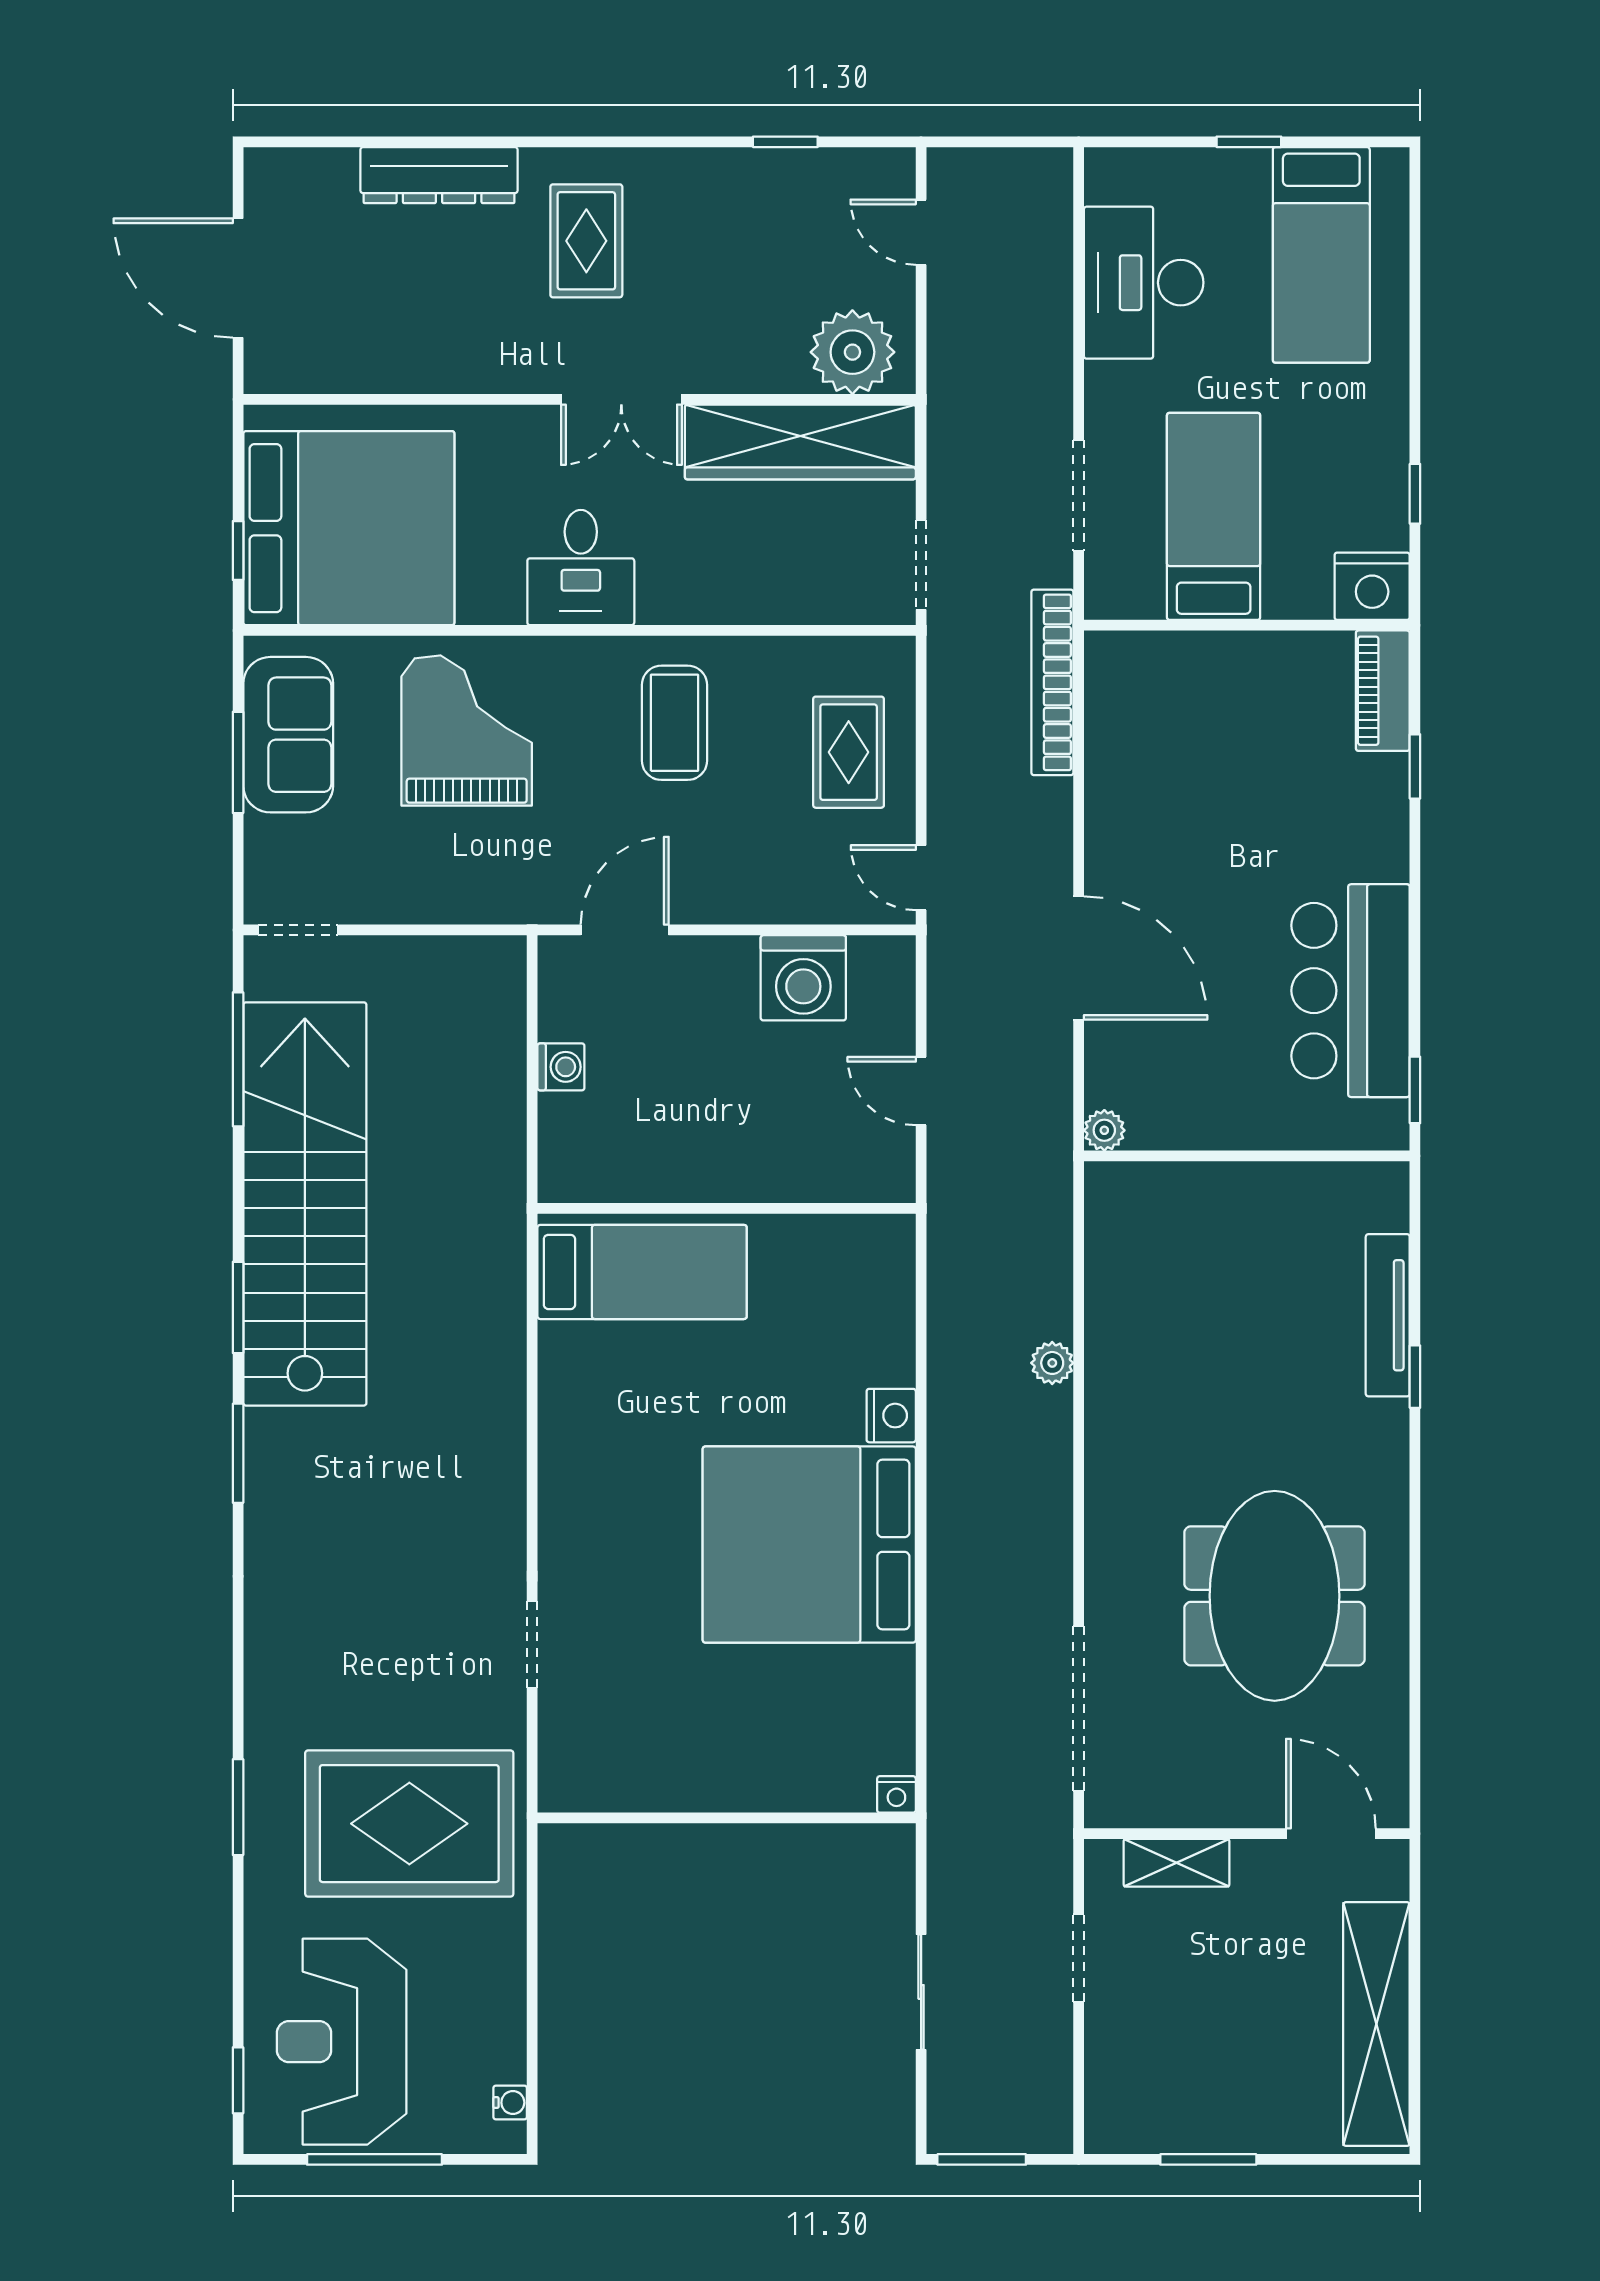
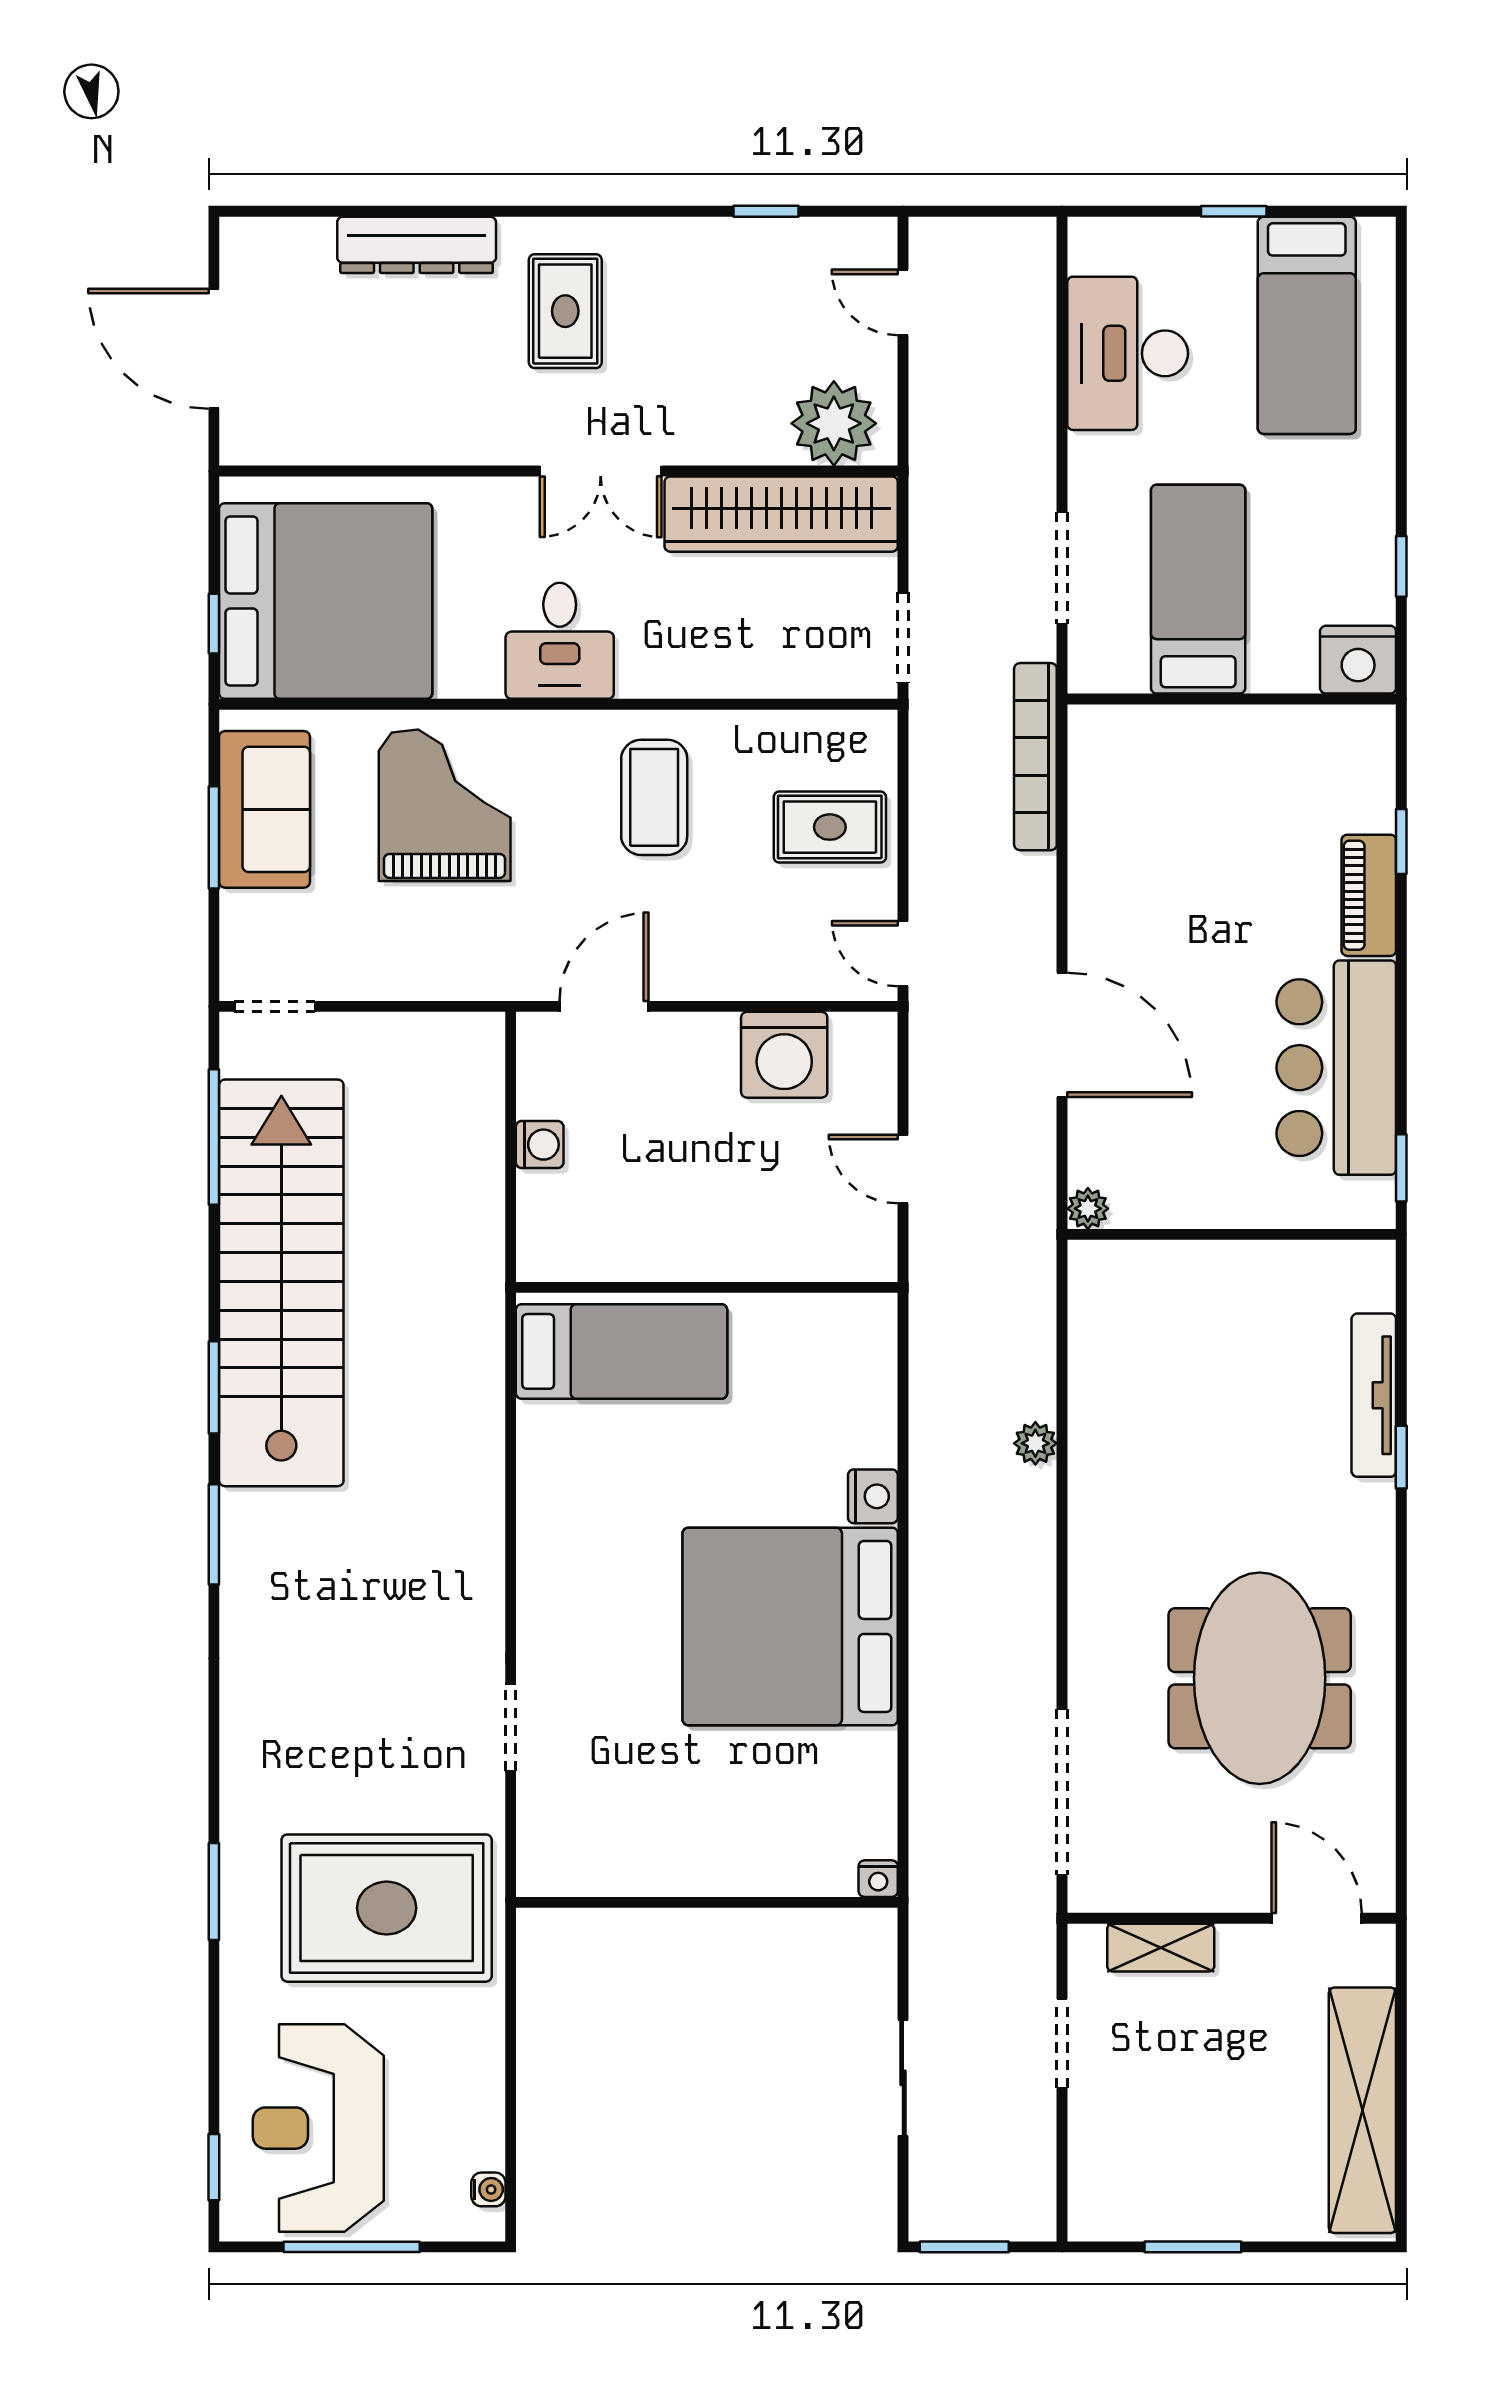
piano: (1383, 691) -> (1369, 895), moved
rug: (849, 752) -> (830, 827), turned 90

